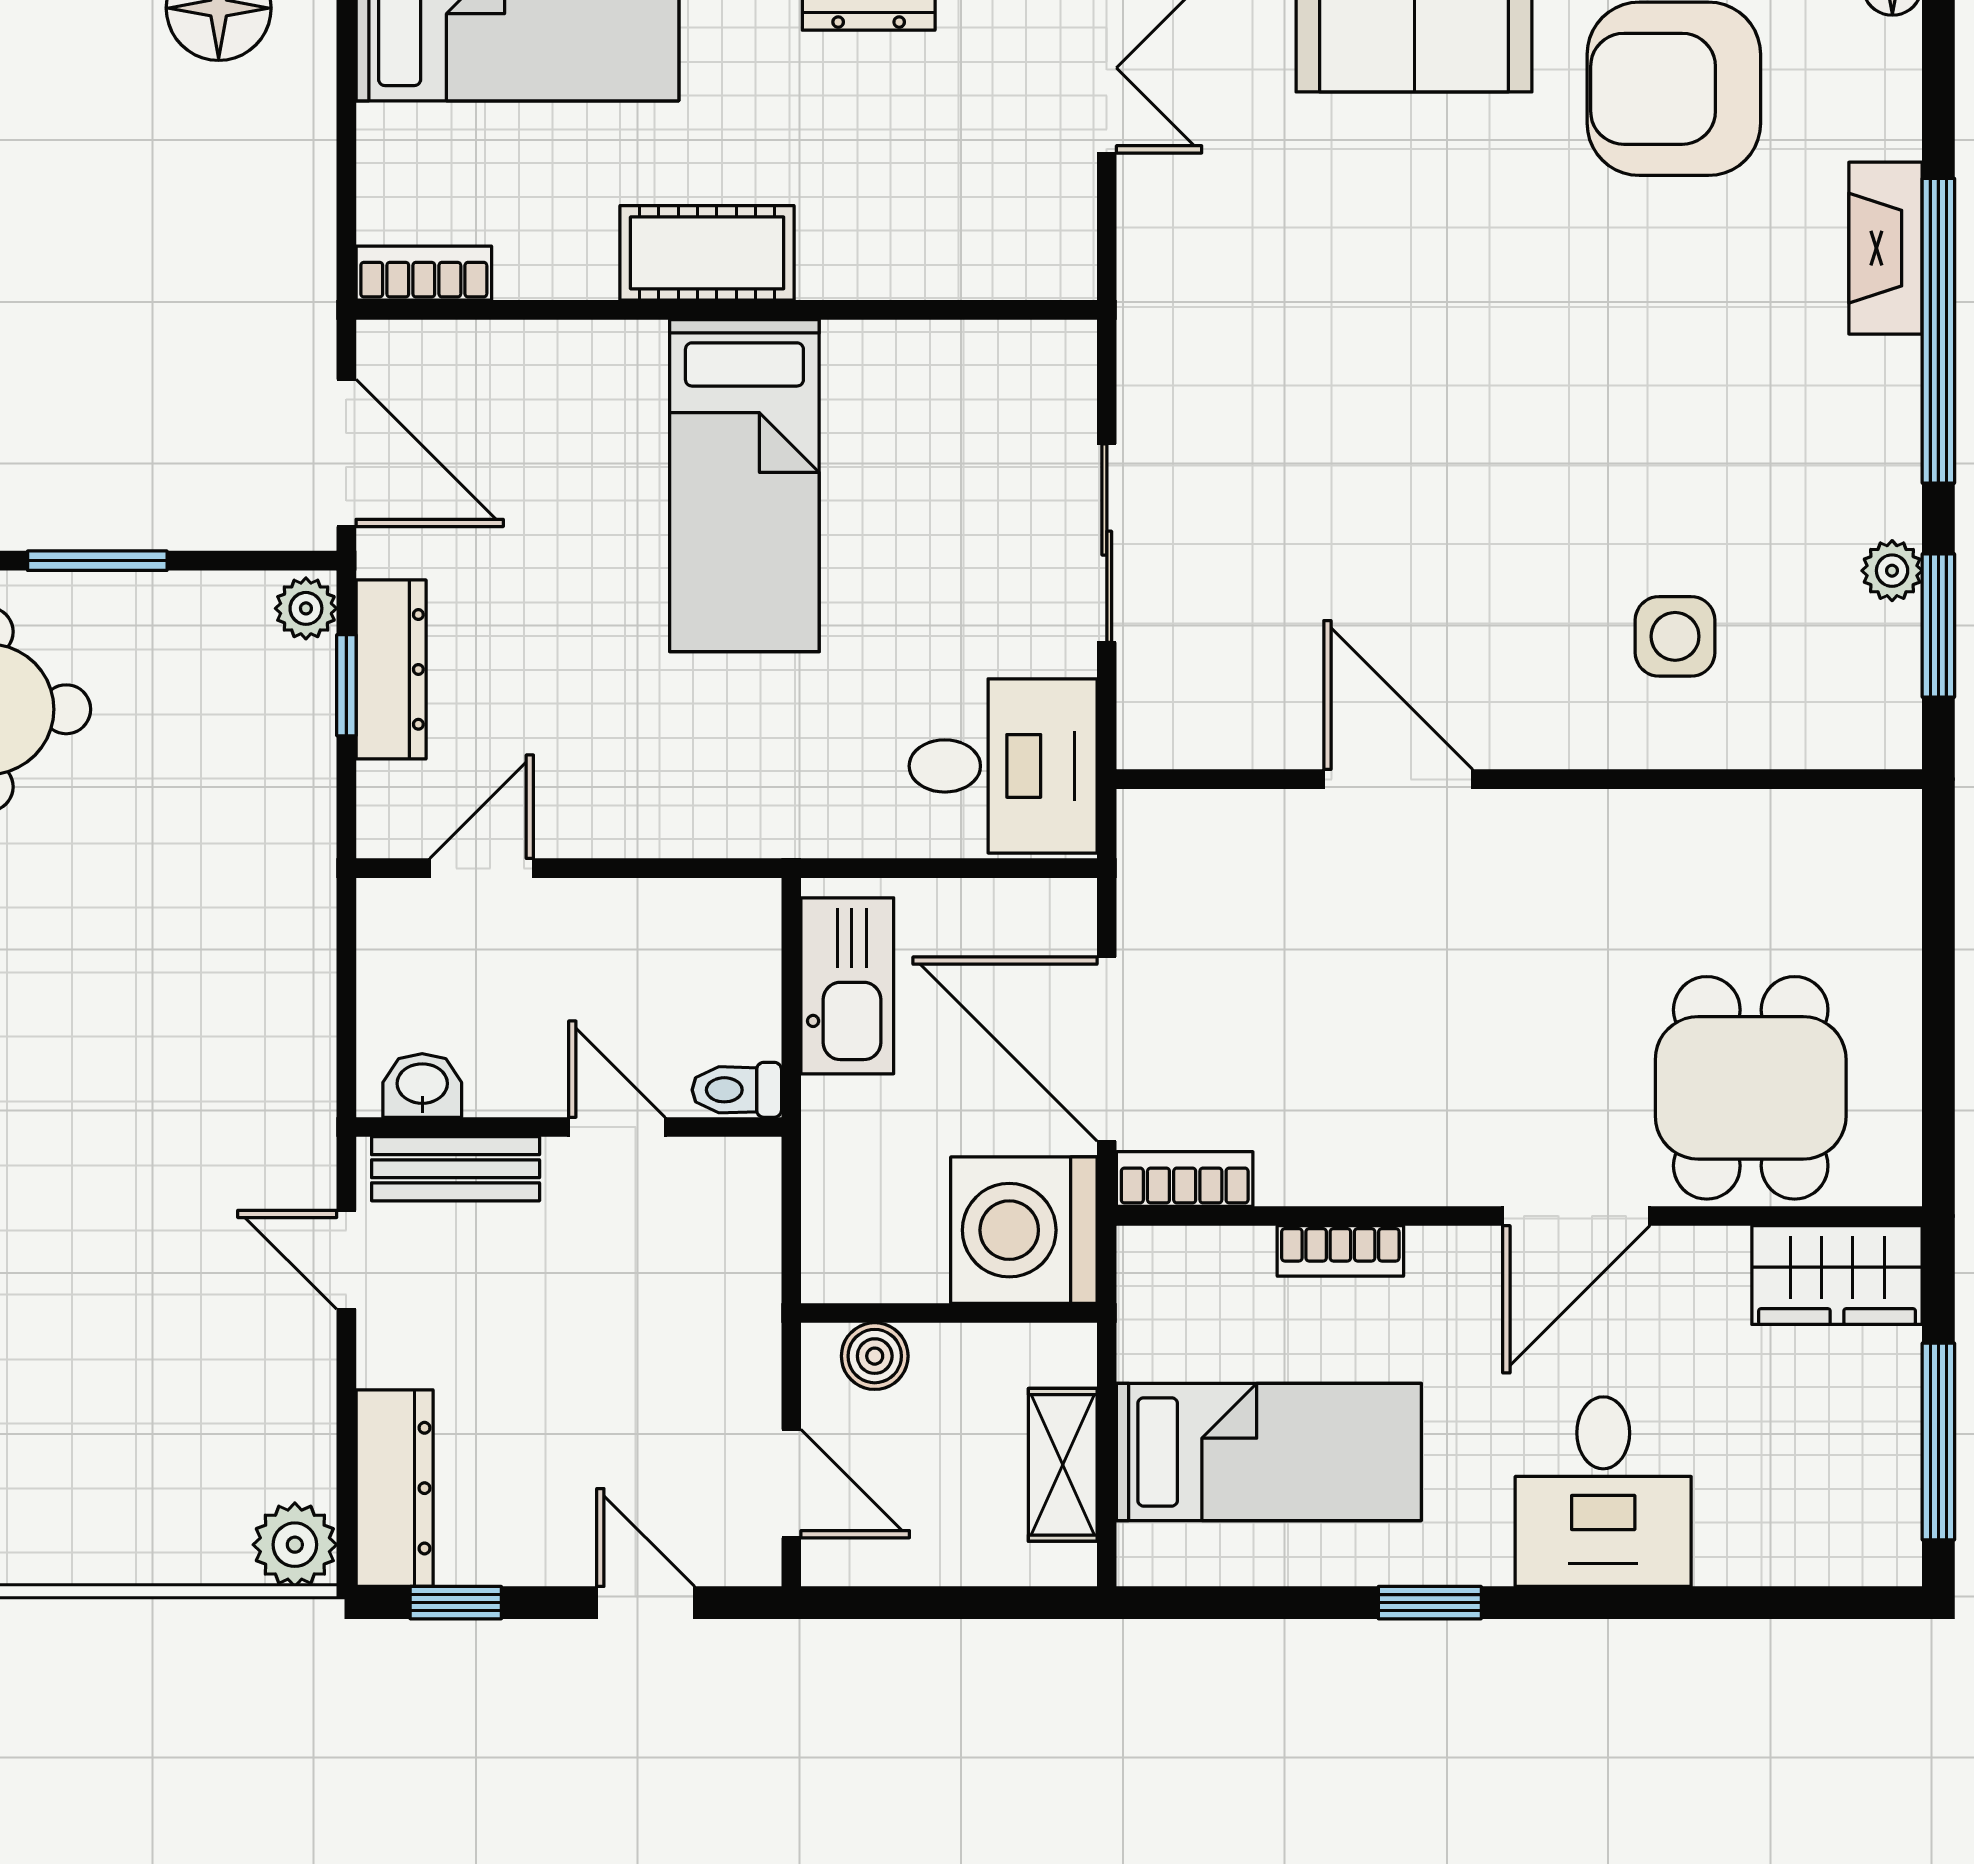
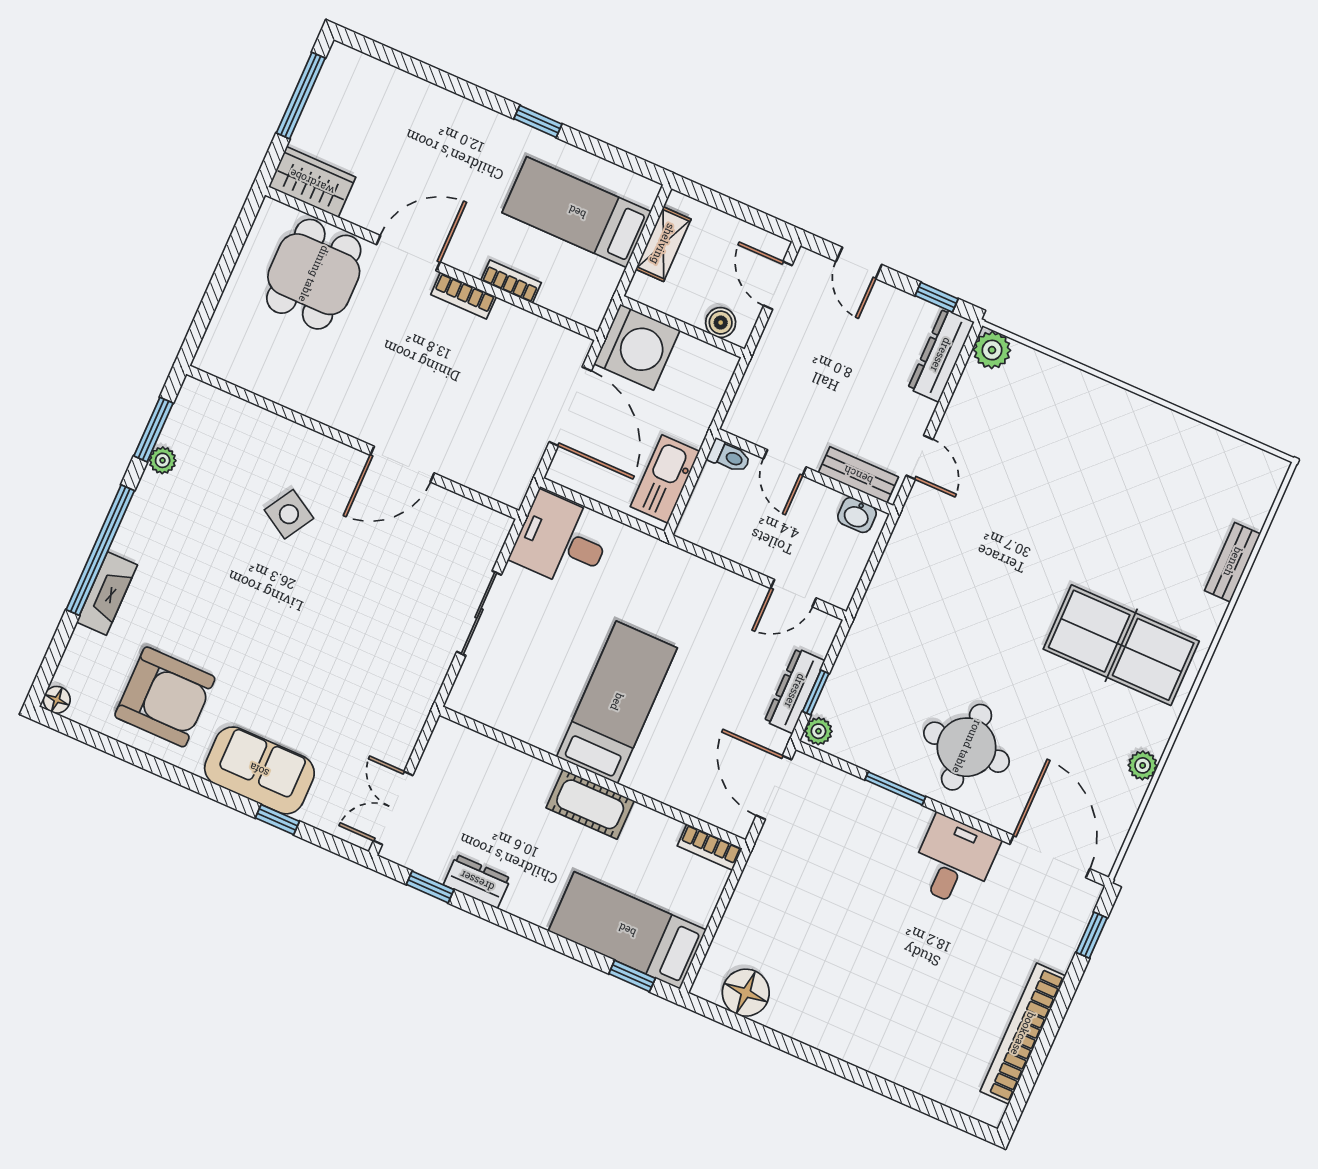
side table: (1675, 636) -> (289, 514), moved, turned 31
door: (1398, 779) -> (402, 464), hinge flipped
bookcase: (1185, 1179) -> (463, 296), moved
desk: (1603, 1492) -> (447, 136), removed

